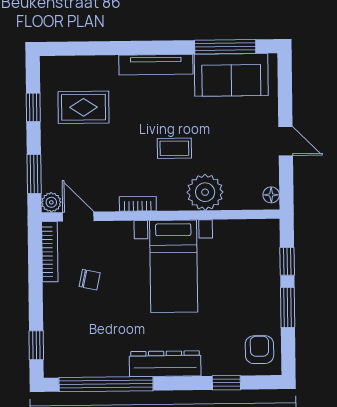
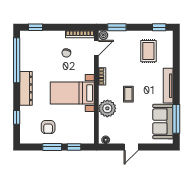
window: (33, 107) -> (159, 27), moved
armchair: (259, 350) -> (48, 127), moved, turned 90

